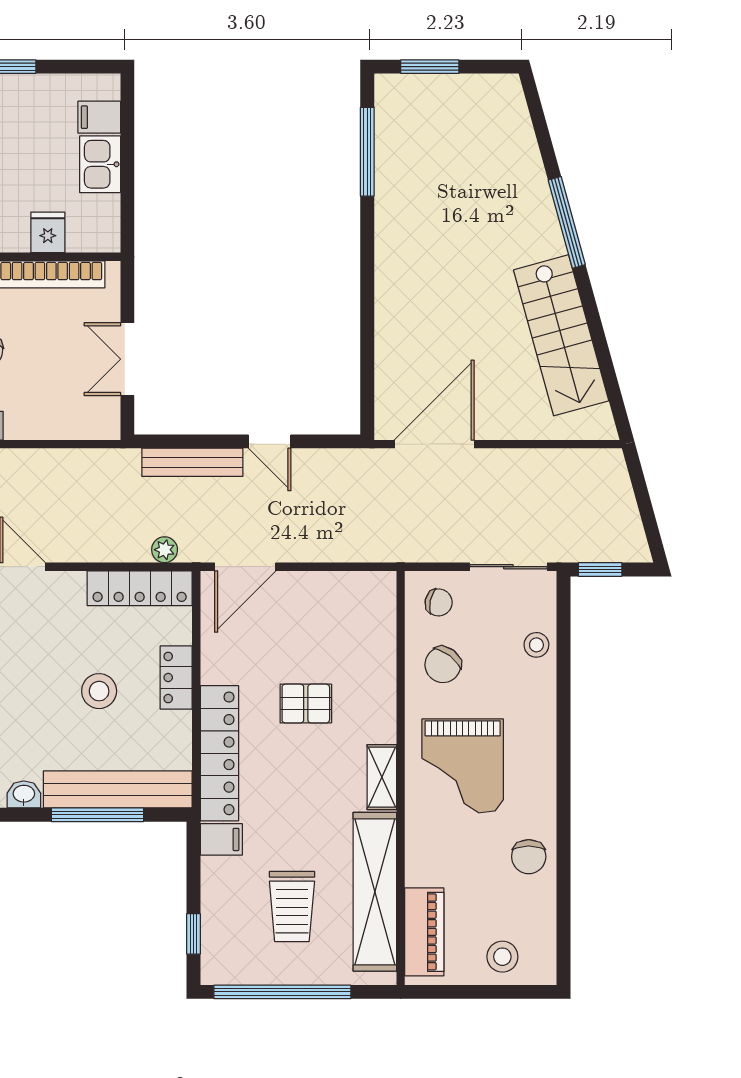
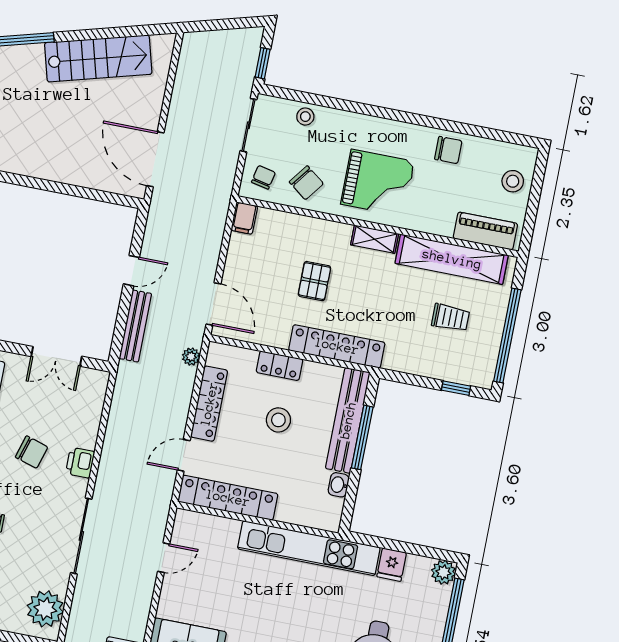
locker: (140, 588) -> (209, 404), moved
filing cabinet: (221, 839) -> (244, 218), moved, turned 180
trolley: (292, 906) -> (450, 318), width x0.73, depth x0.72

